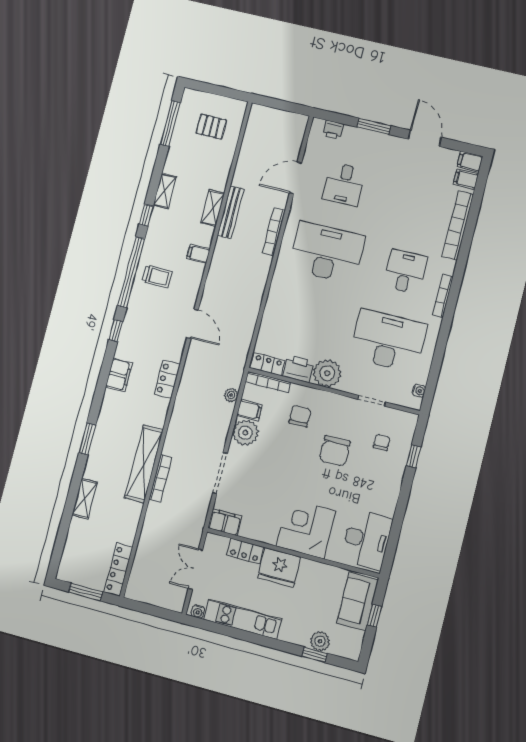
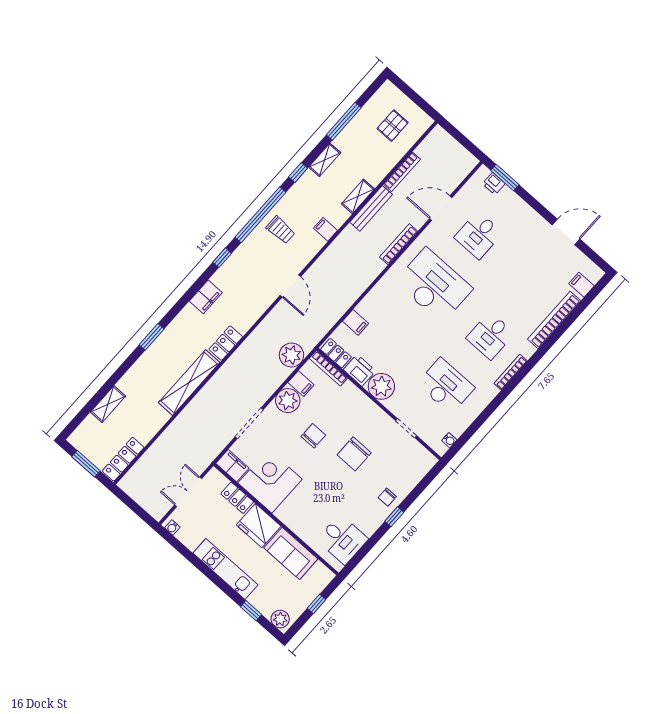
window: (170, 123) -> (344, 121), moved
window: (374, 126) -> (505, 177), moved
pallet: (211, 127) -> (393, 126), turned 90
door: (425, 138) -> (566, 232), hinge flipped
filing cabinet: (470, 162) -> (356, 322), moved, turned 180
desk: (405, 272) -> (490, 336), turned 180
desk: (388, 341) -> (446, 386), width x0.73, depth x0.77
locker: (167, 379) -> (226, 343), moved
plant: (231, 395) -> (291, 355), width x1.88, depth x1.88
chair: (300, 416) -> (313, 436), moved
chair: (382, 442) -> (387, 497), moved, turned 180
window: (414, 456) -> (394, 517), moved
bookcase: (160, 478) -> (402, 172), moved
shelving: (85, 499) -> (108, 404), moved
corner desk: (306, 529) -> (270, 481), moved
desk: (367, 540) -> (342, 539), width x0.73
sofa: (357, 601) -> (291, 553), moved, turned -90
kitchen unit: (243, 619) -> (225, 569), moved
plant: (320, 641) -> (280, 619), moved

